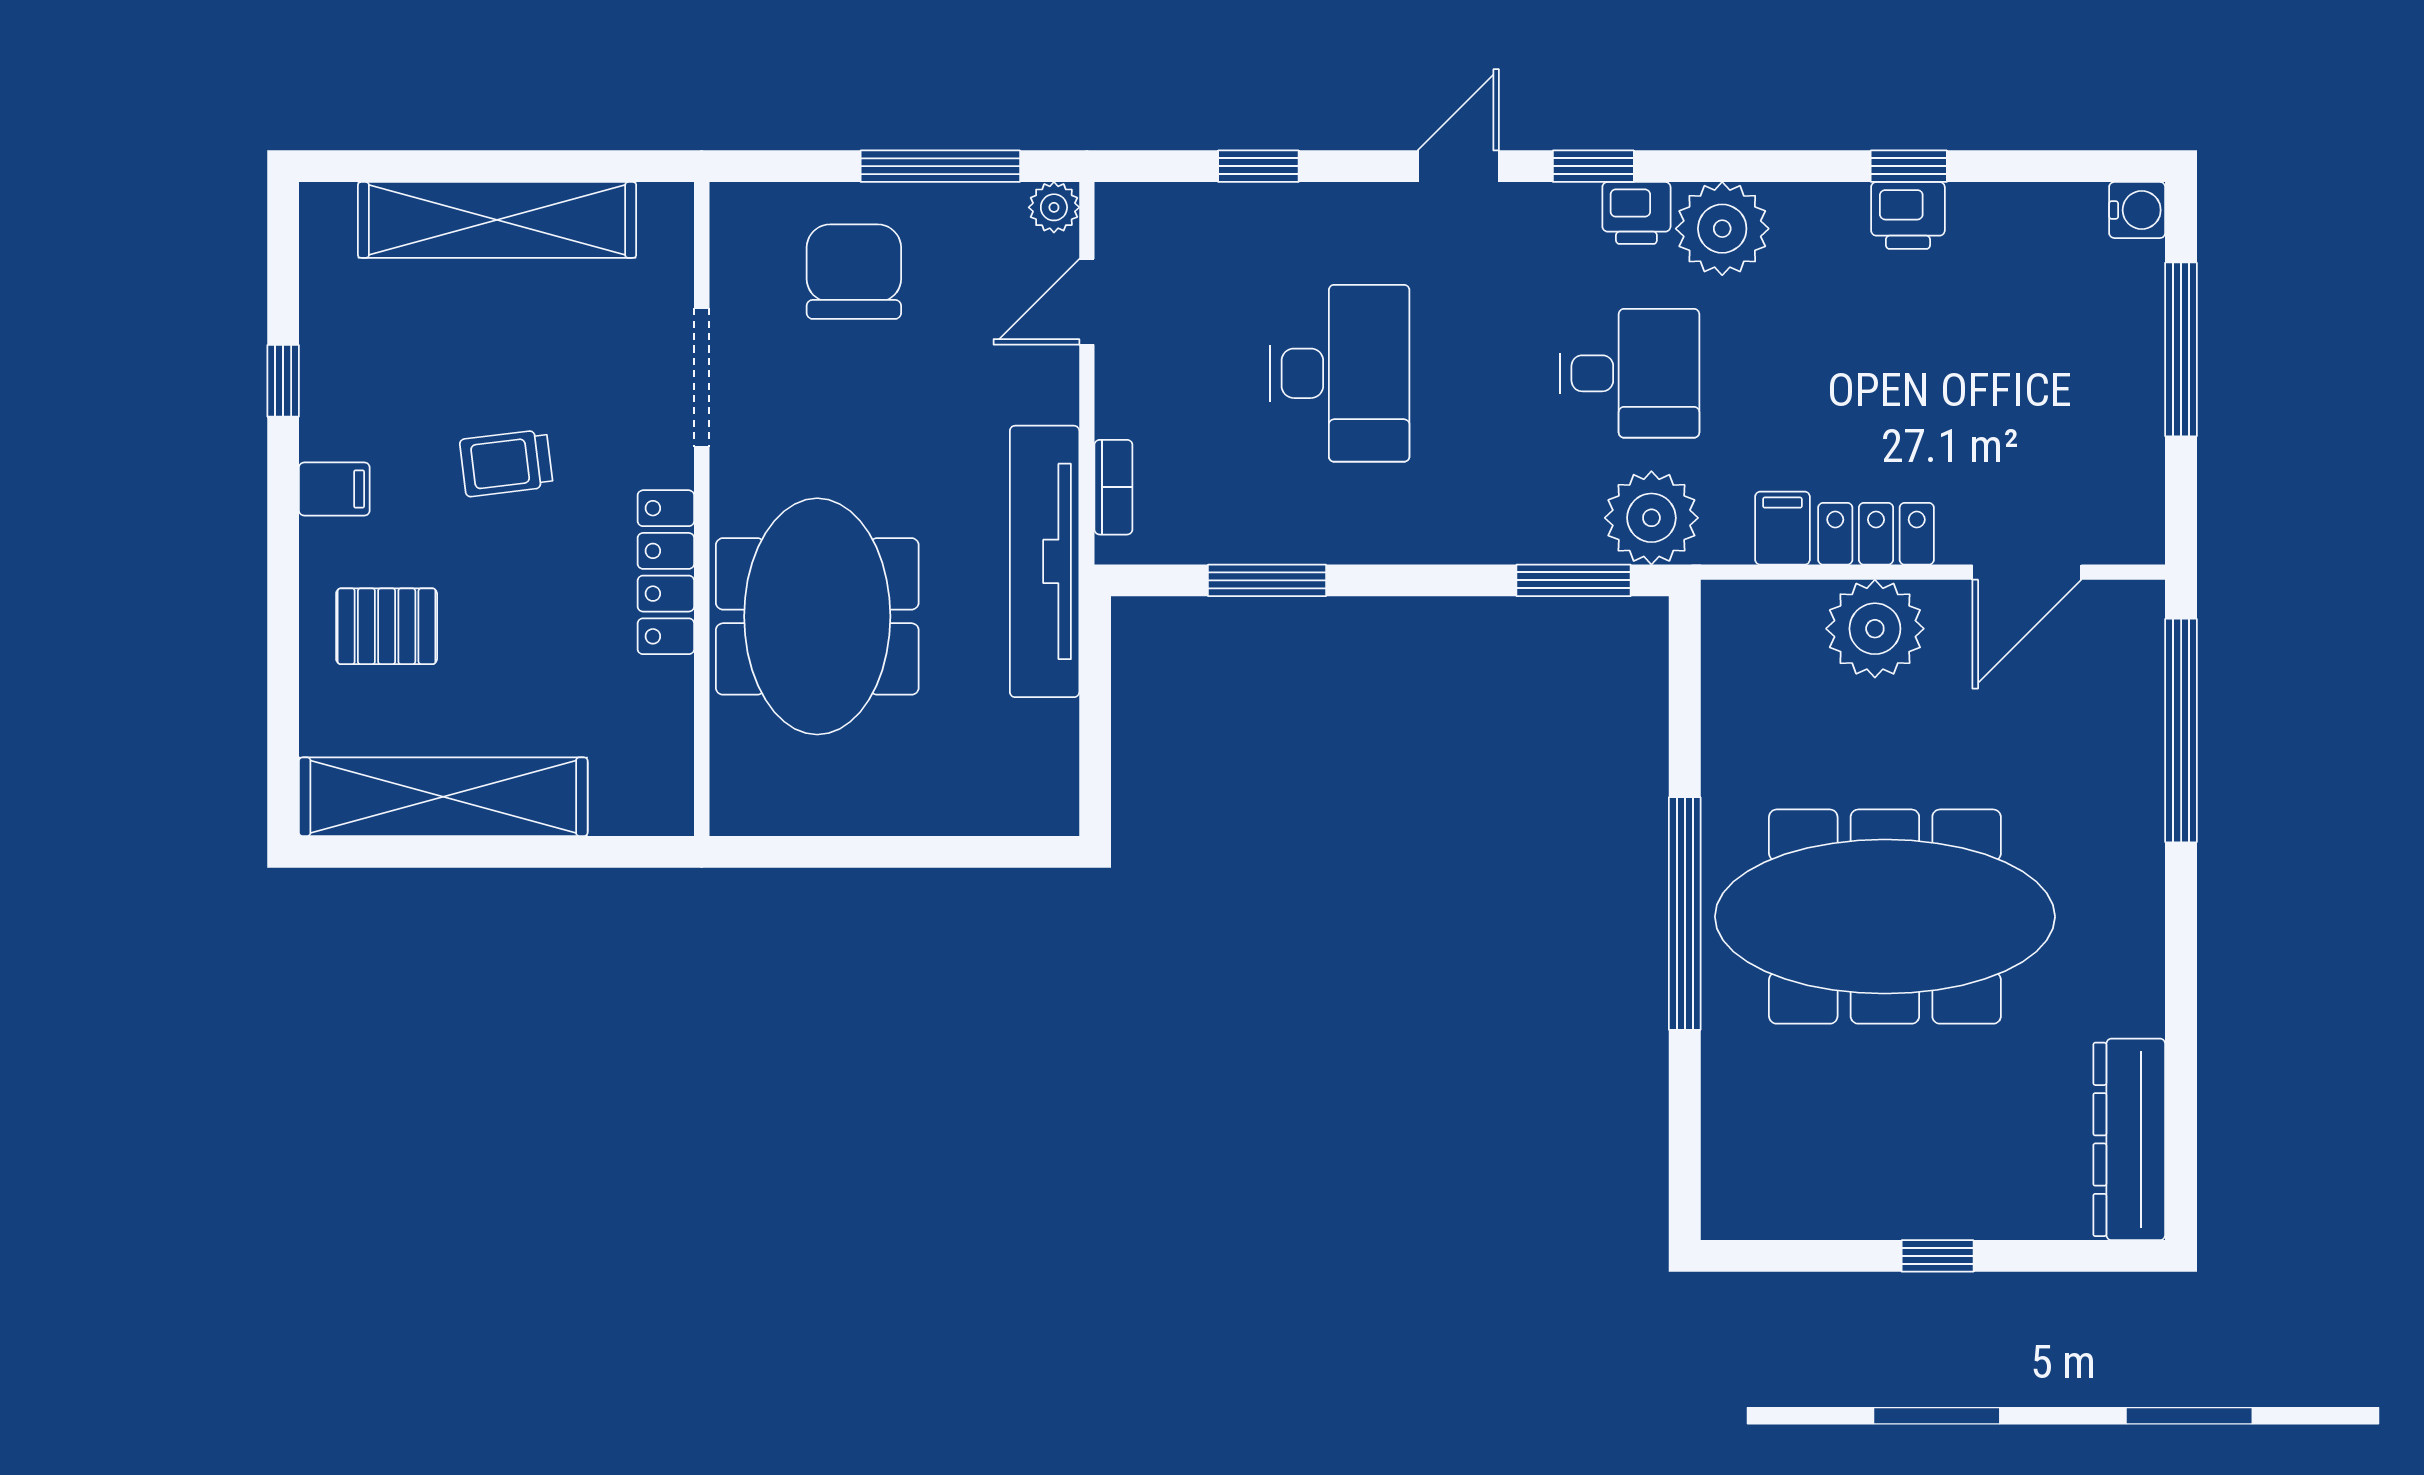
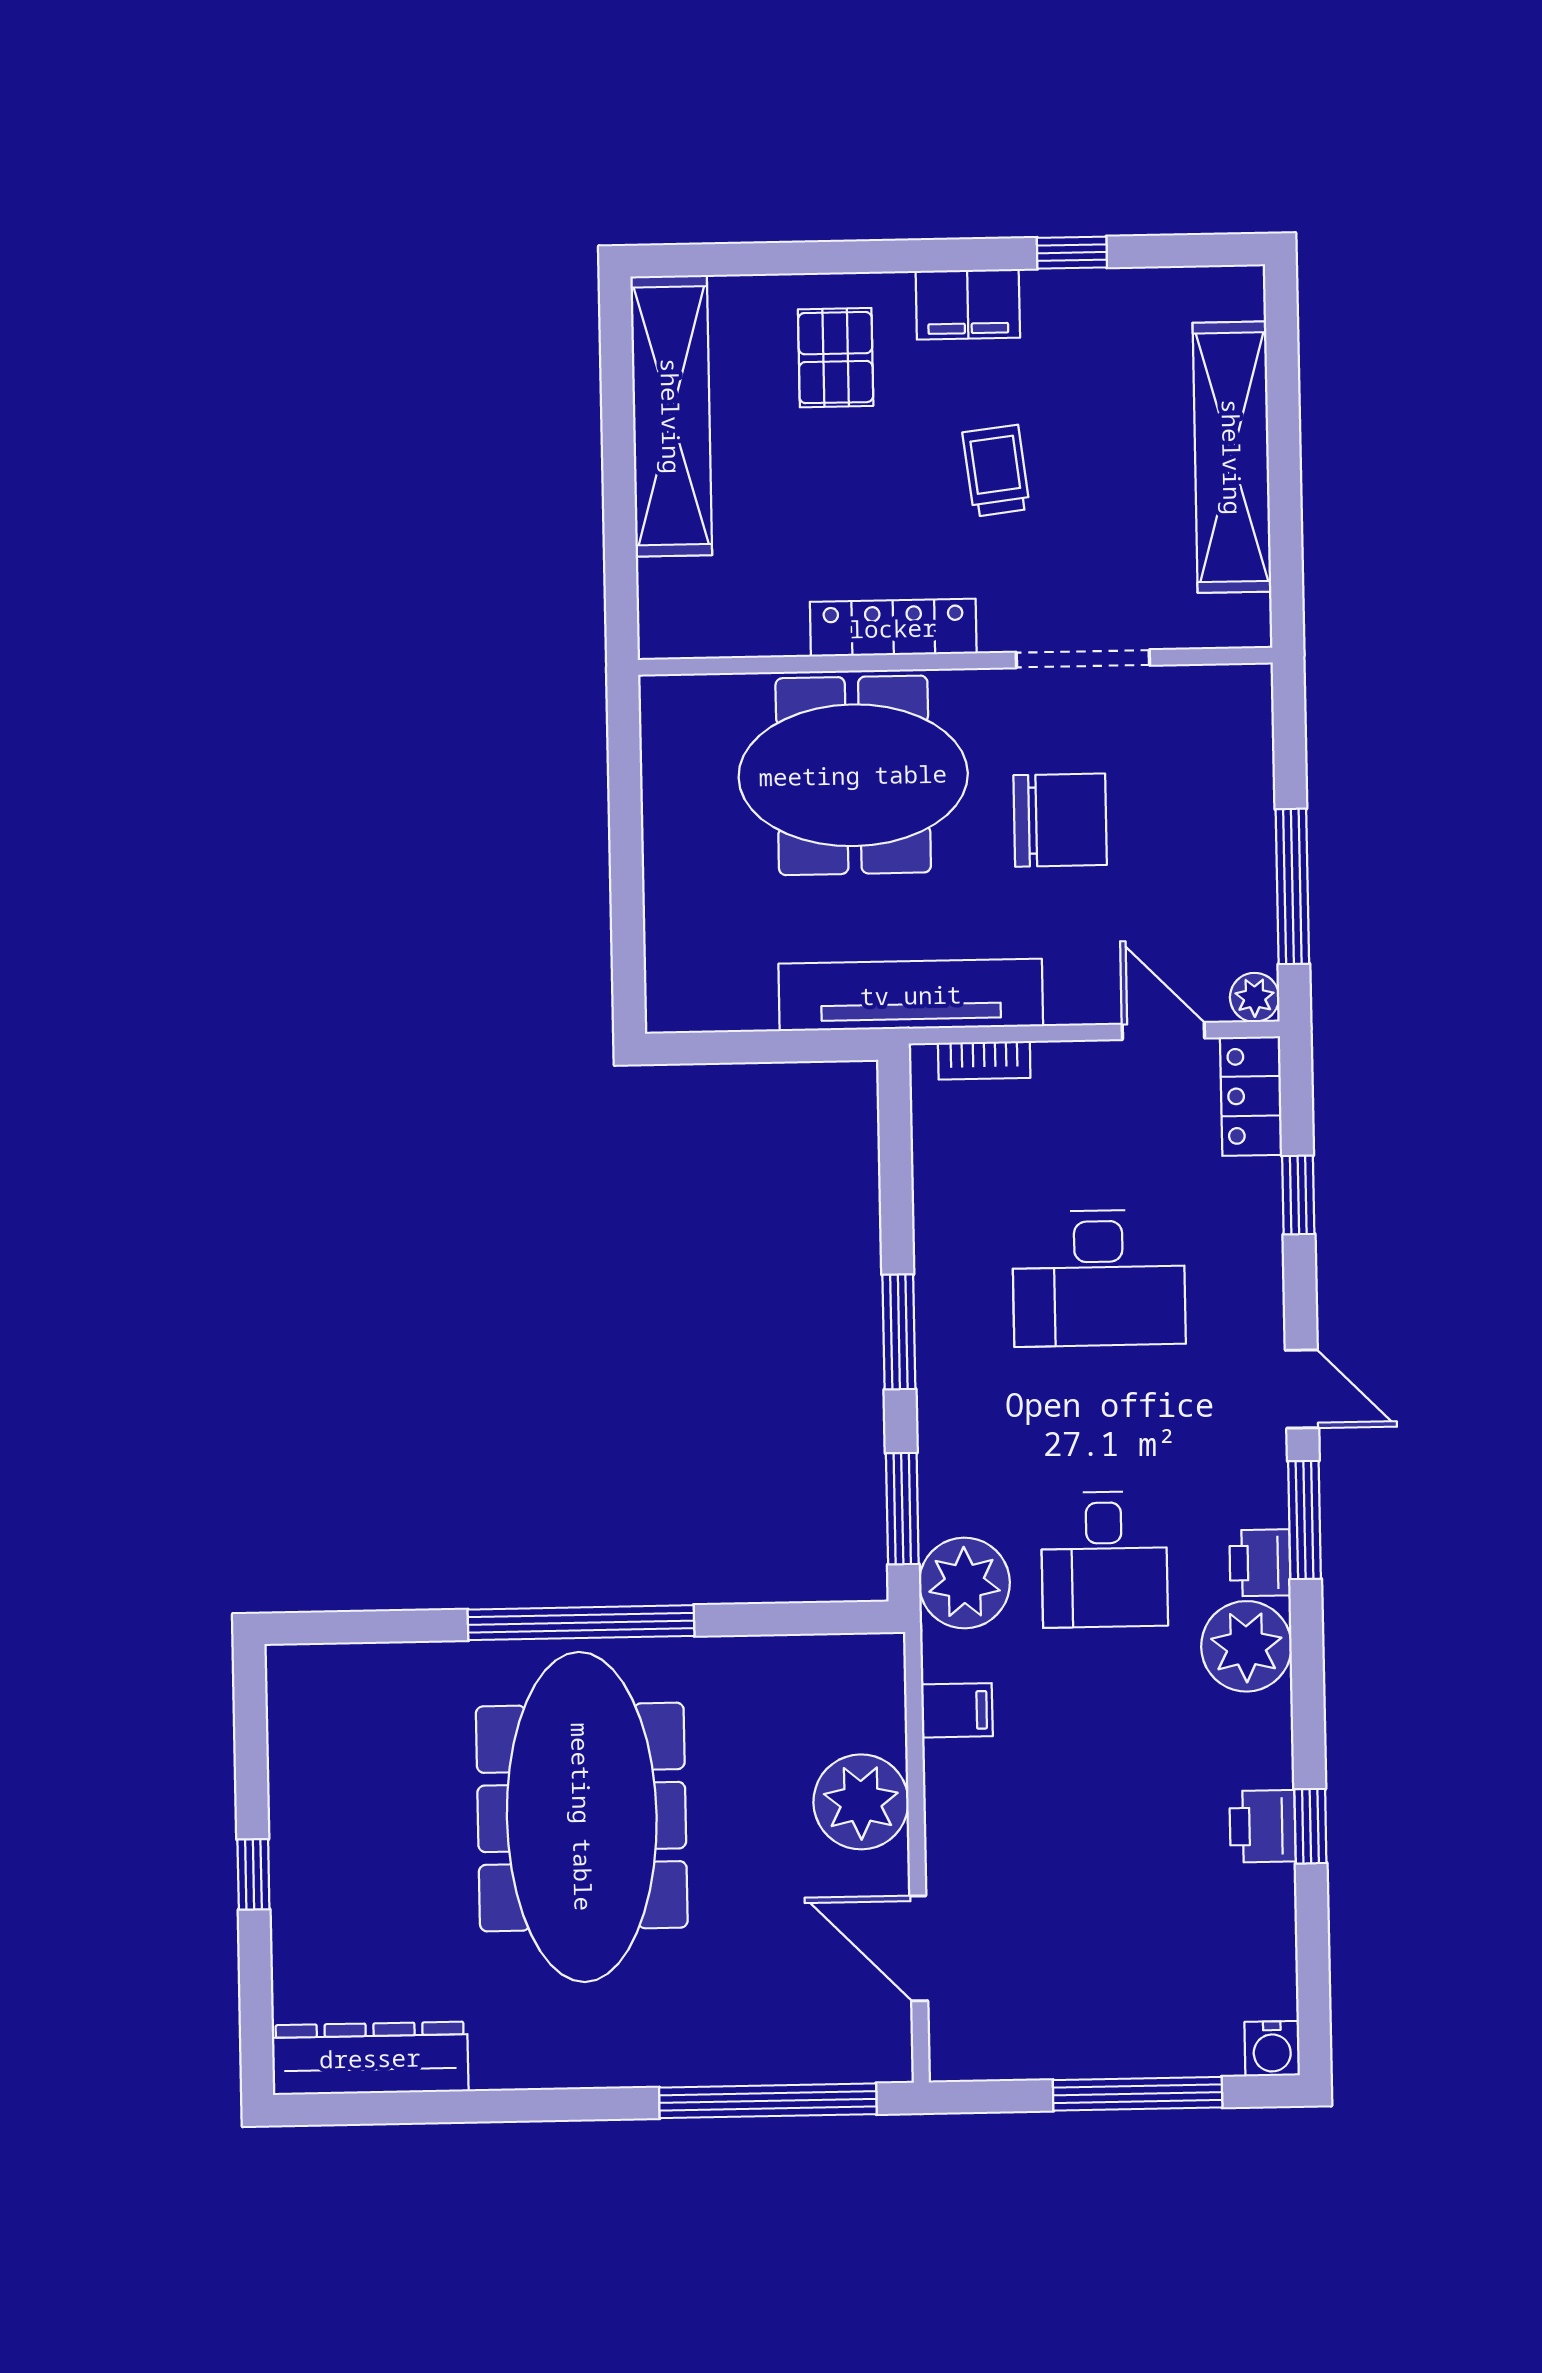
window: (1593, 166) -> (1305, 1520), width x1.50
chair: (854, 272) -> (1060, 820), moved
filing cabinet: (334, 489) -> (968, 304), width x2.00
locker: (1876, 534) -> (1251, 1096), moved, turned 180
window: (1267, 580) -> (899, 1332), moved

